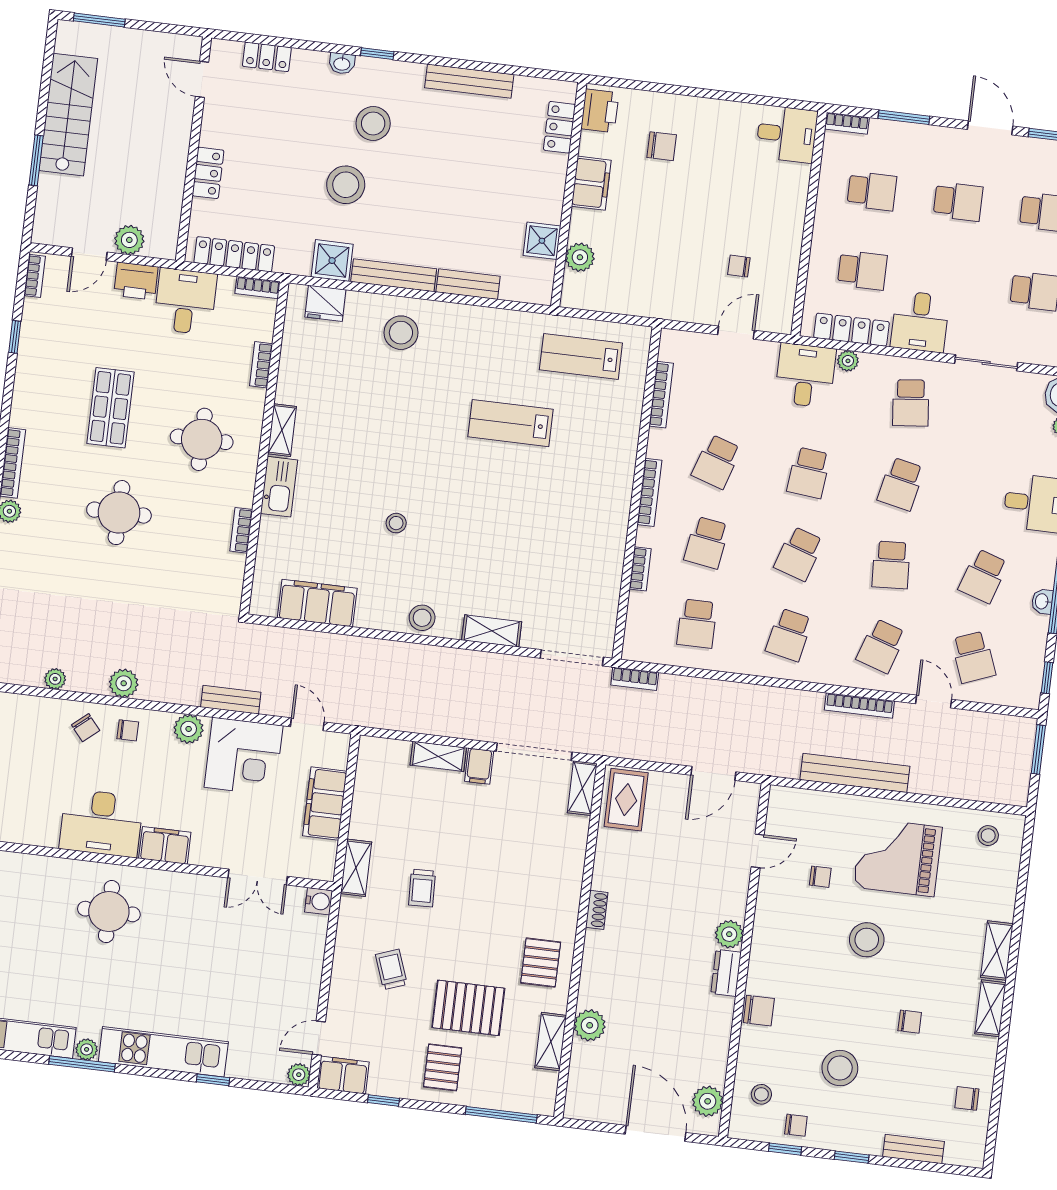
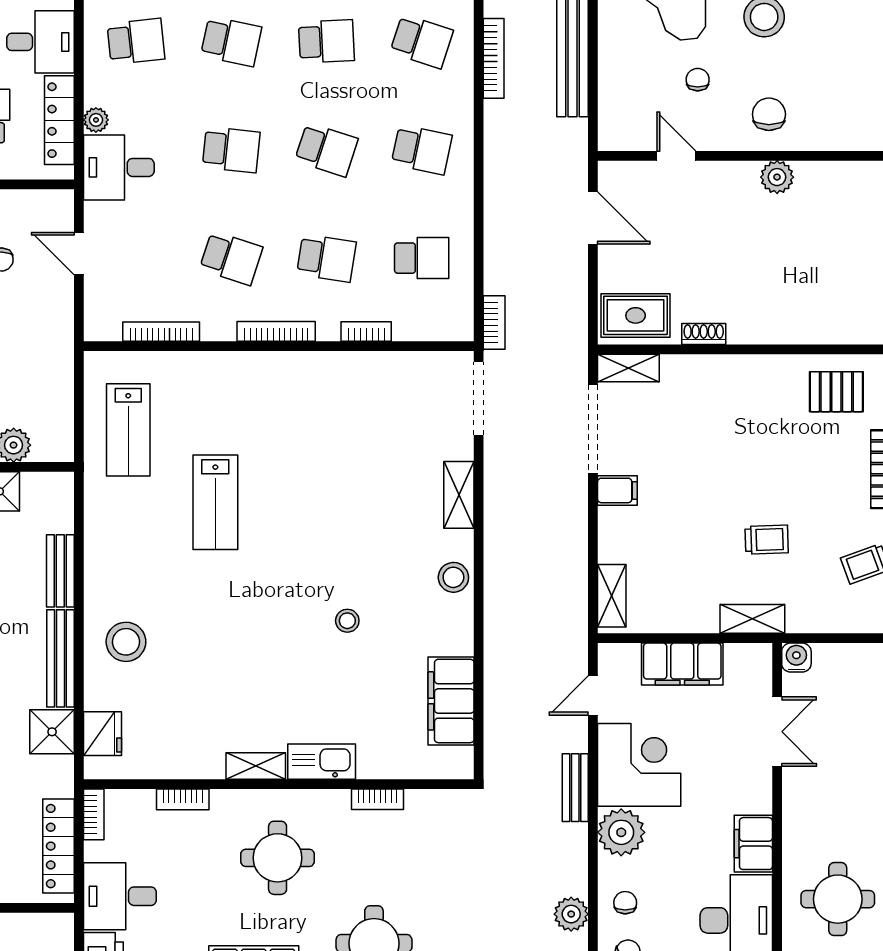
plant: (189, 729) -> (621, 832), width x1.36, depth x1.36
shelving: (438, 756) -> (612, 596), moved
shoe rack: (597, 910) -> (704, 334), moved
dresser: (726, 973) -> (822, 175), removed
chair: (759, 1011) -> (769, 114), moved

